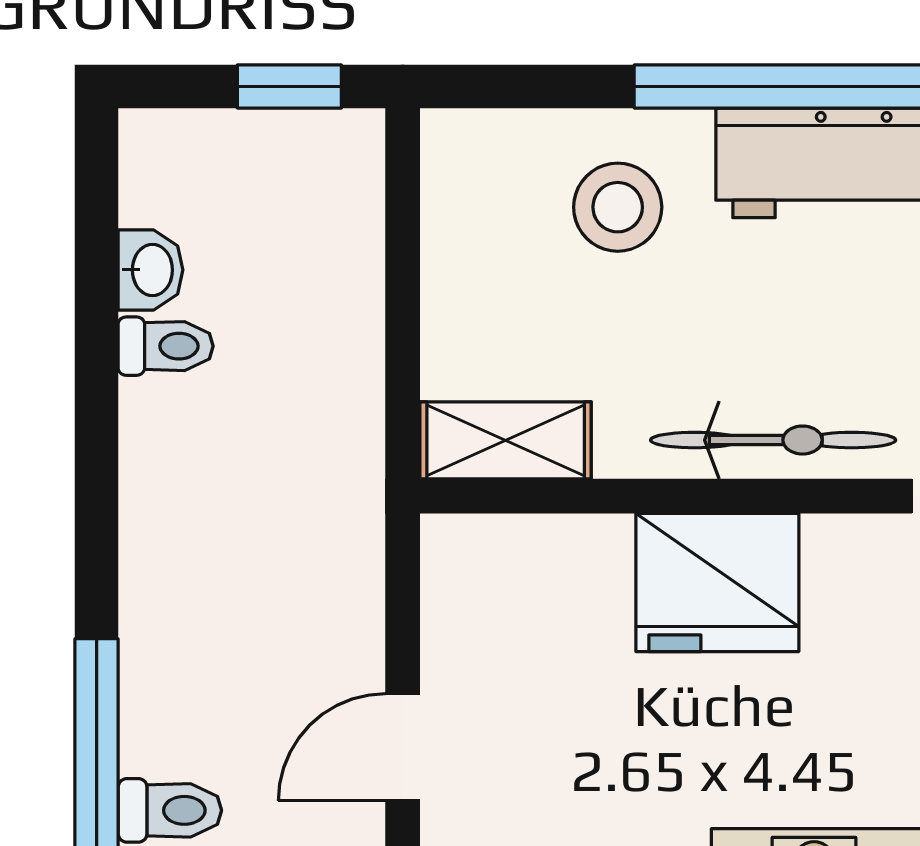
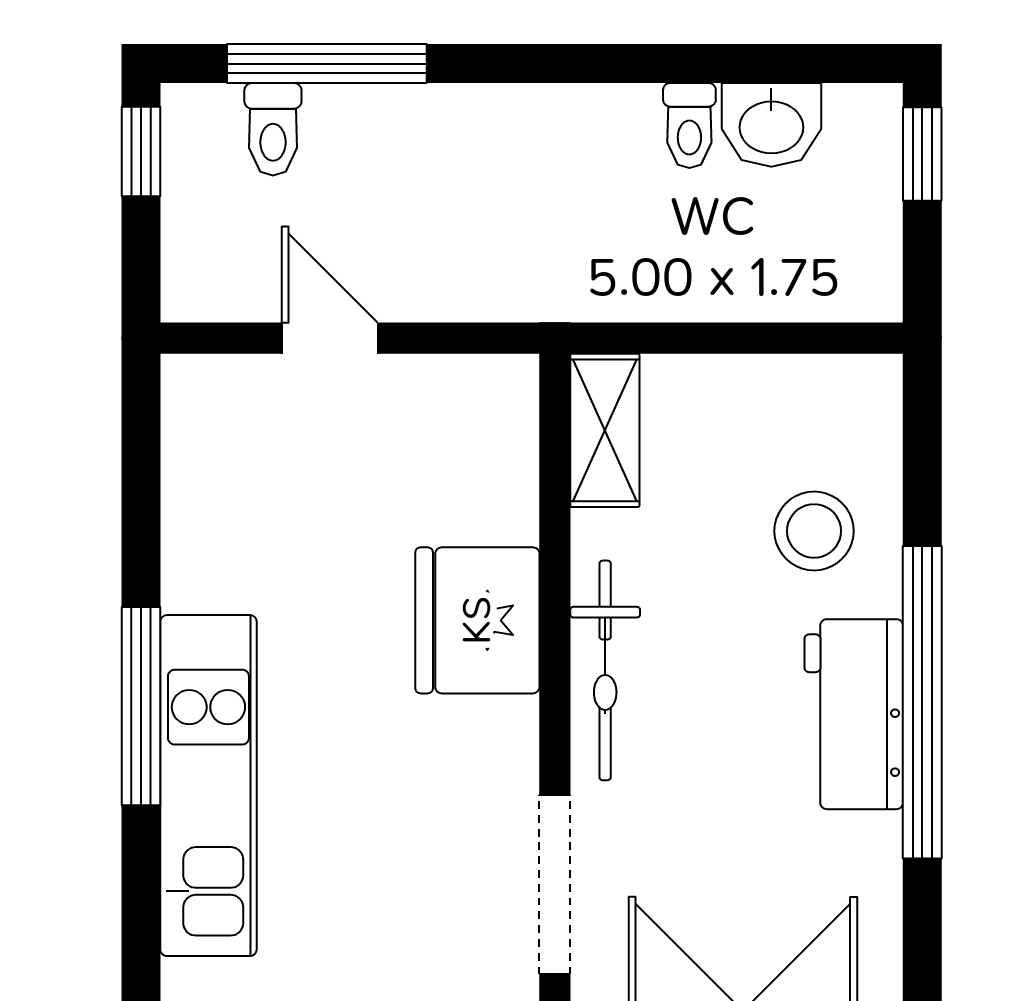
window: (289, 87) -> (922, 154), moved
washbasin: (150, 270) -> (771, 125), width x1.38, depth x1.45

